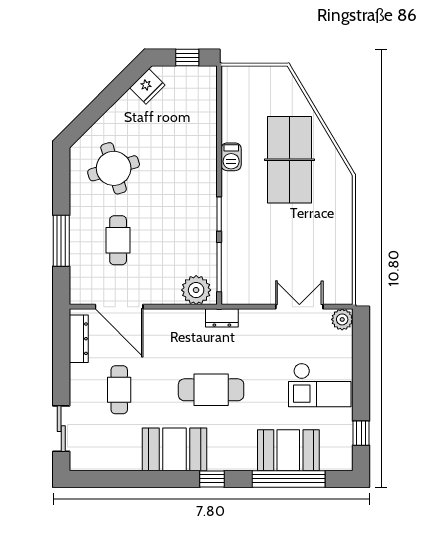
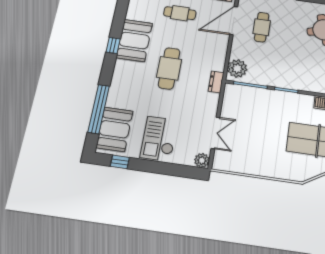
cafe table: (118, 240) -> (262, 27), moved, turned 90
booth: (288, 450) -> (115, 129), moved
window: (212, 479) -> (113, 45), moved

